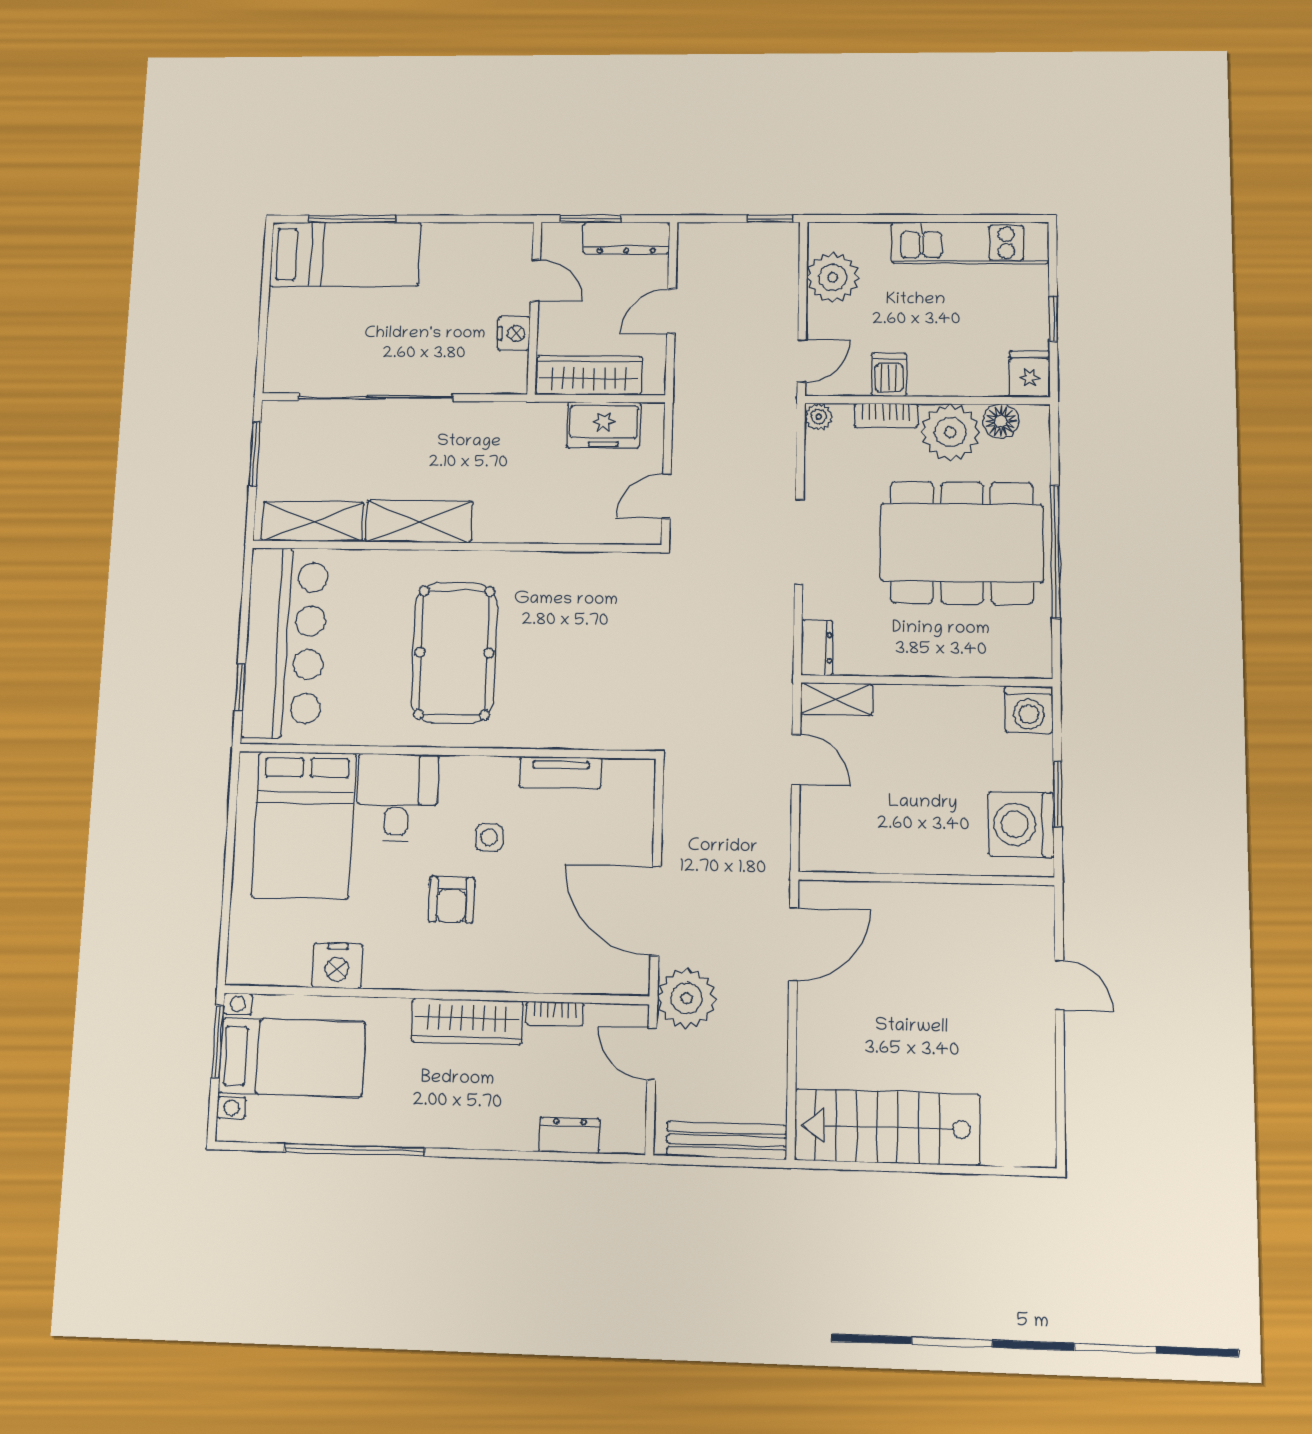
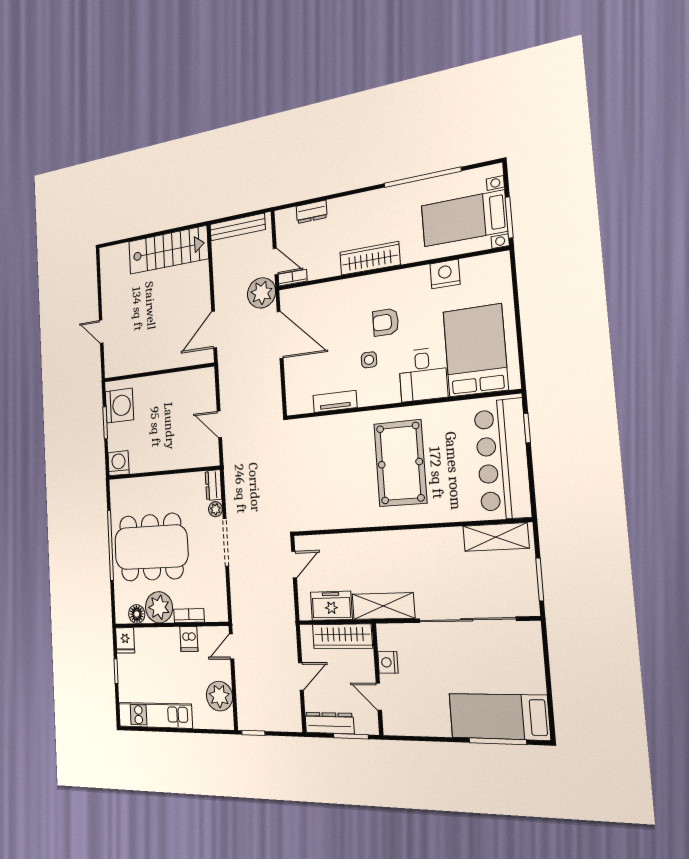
plant: (819, 417) -> (215, 509), moved
shelving: (419, 522) -> (383, 606), moved
shelving: (837, 699) -> (203, 459), removed
armchair: (451, 900) -> (386, 322), turned -90
bookcase: (555, 1014) -> (293, 278), moved

